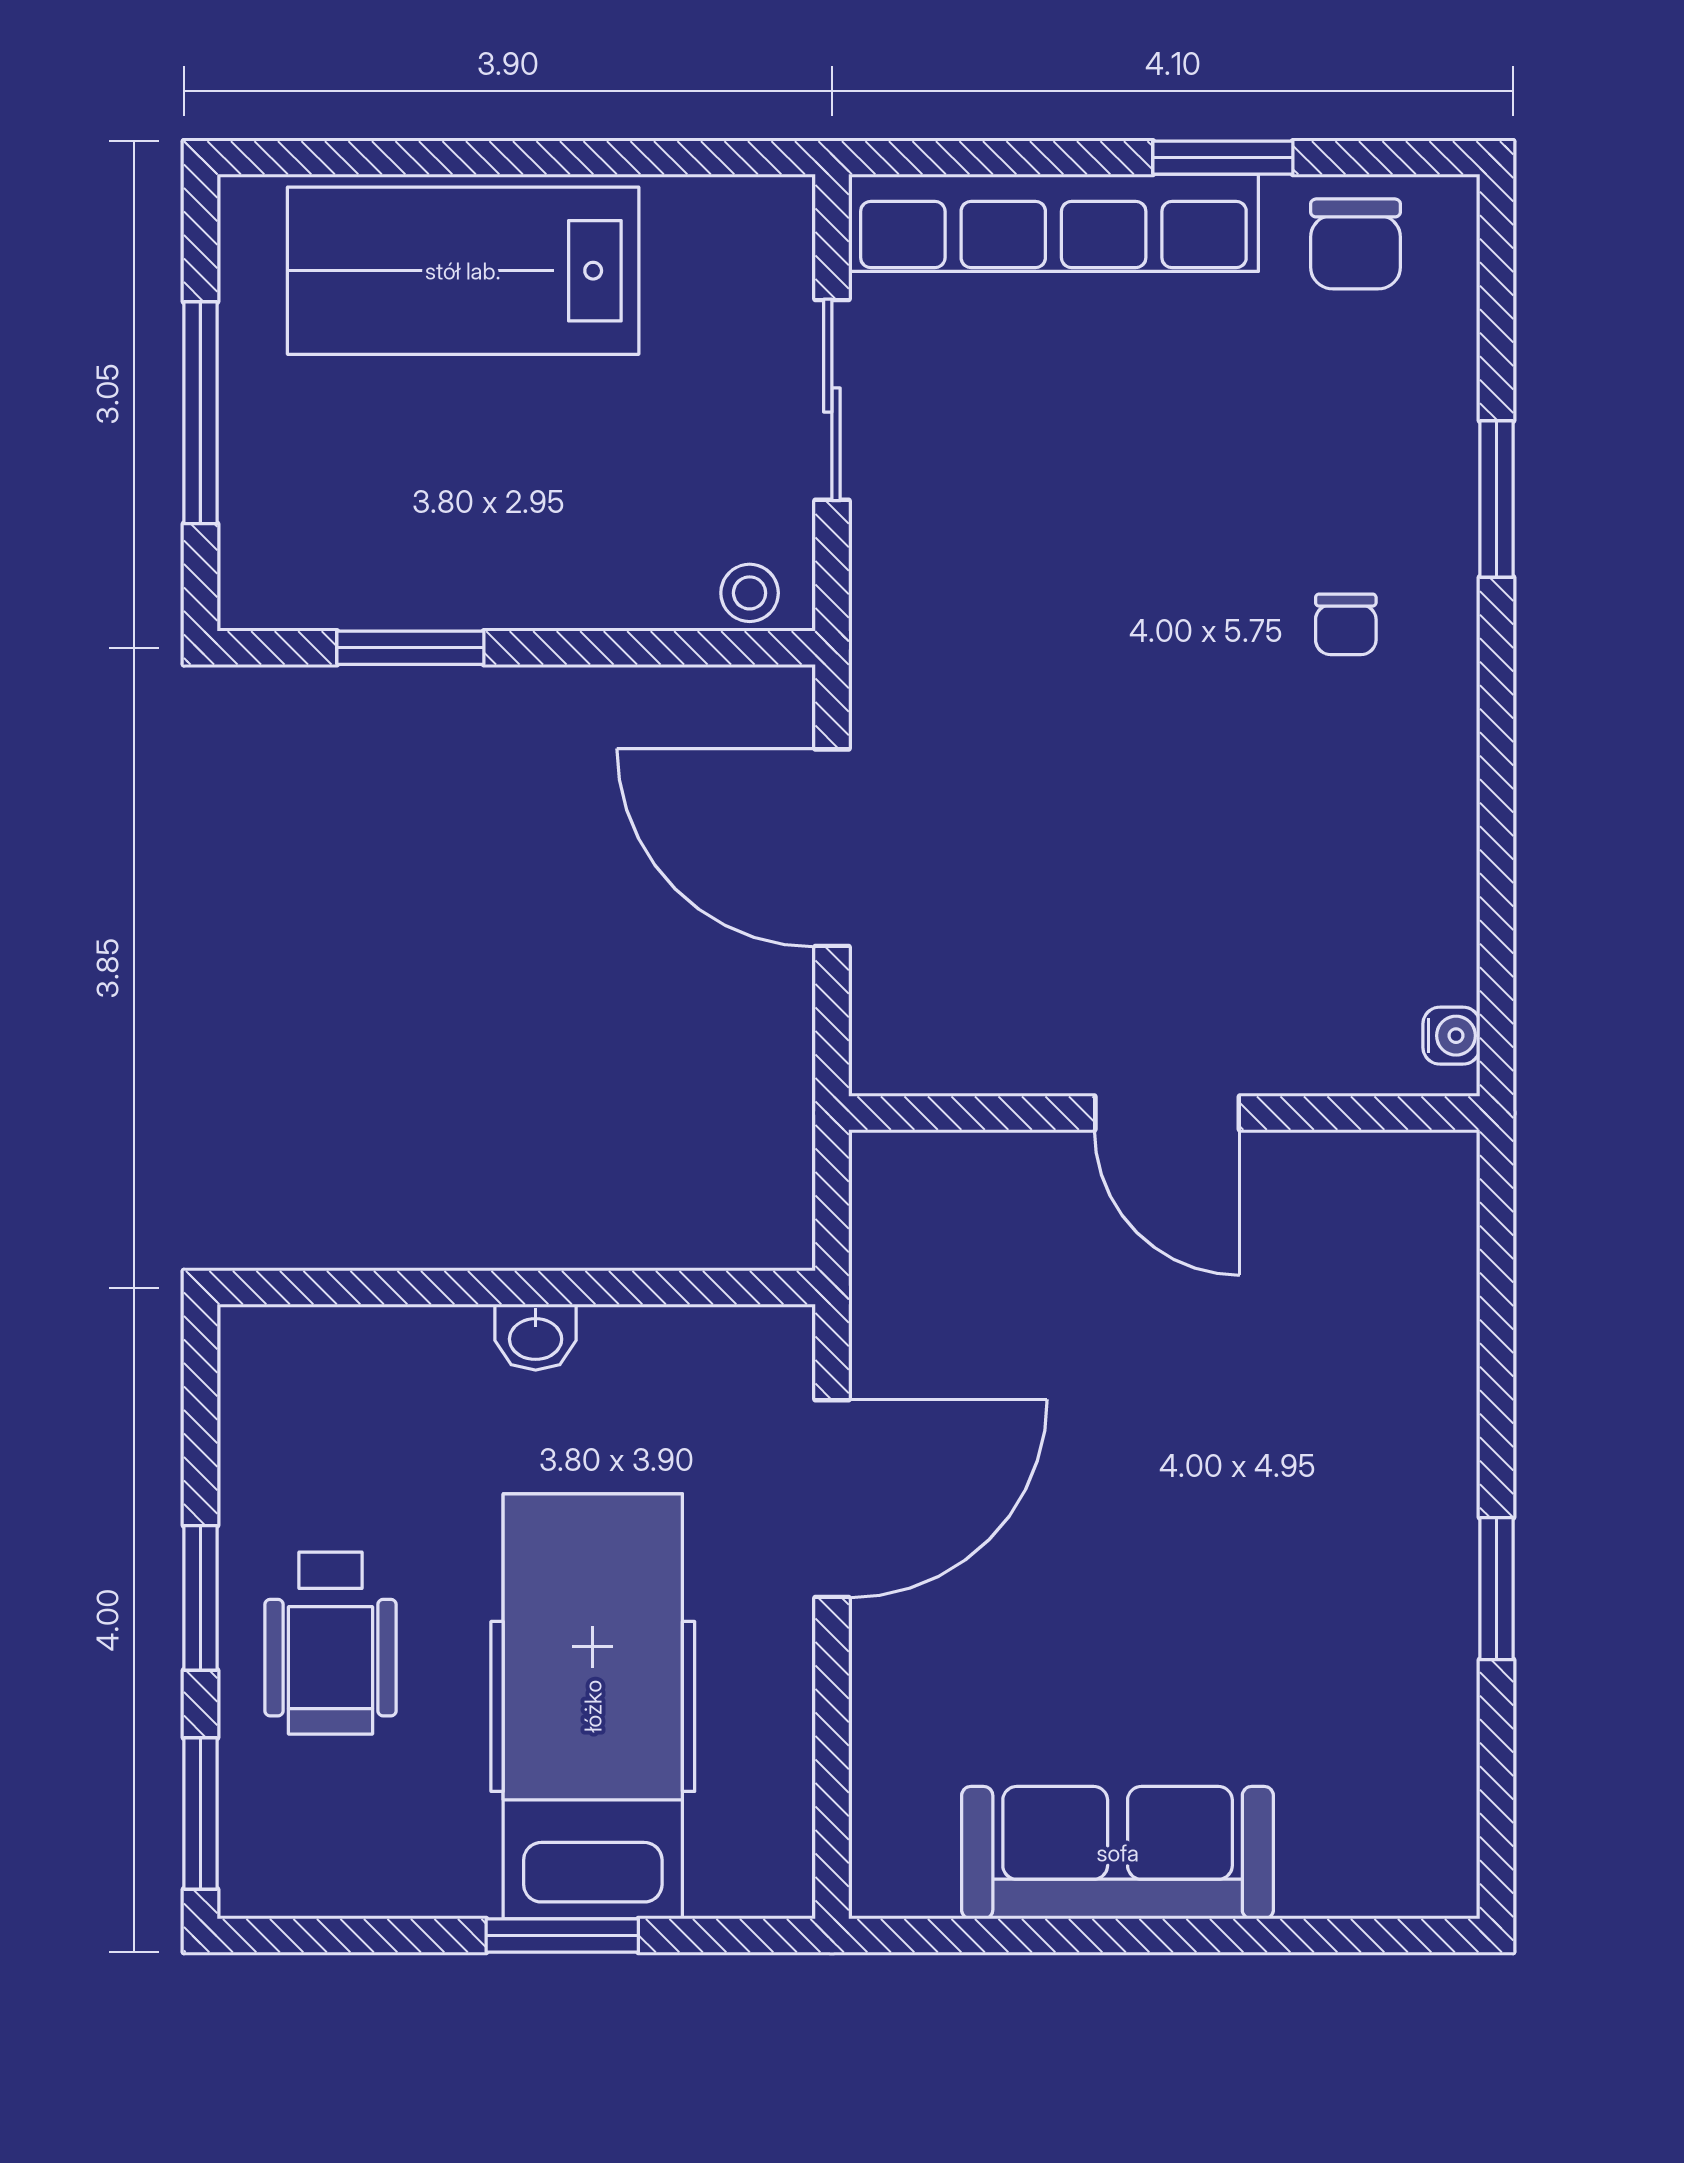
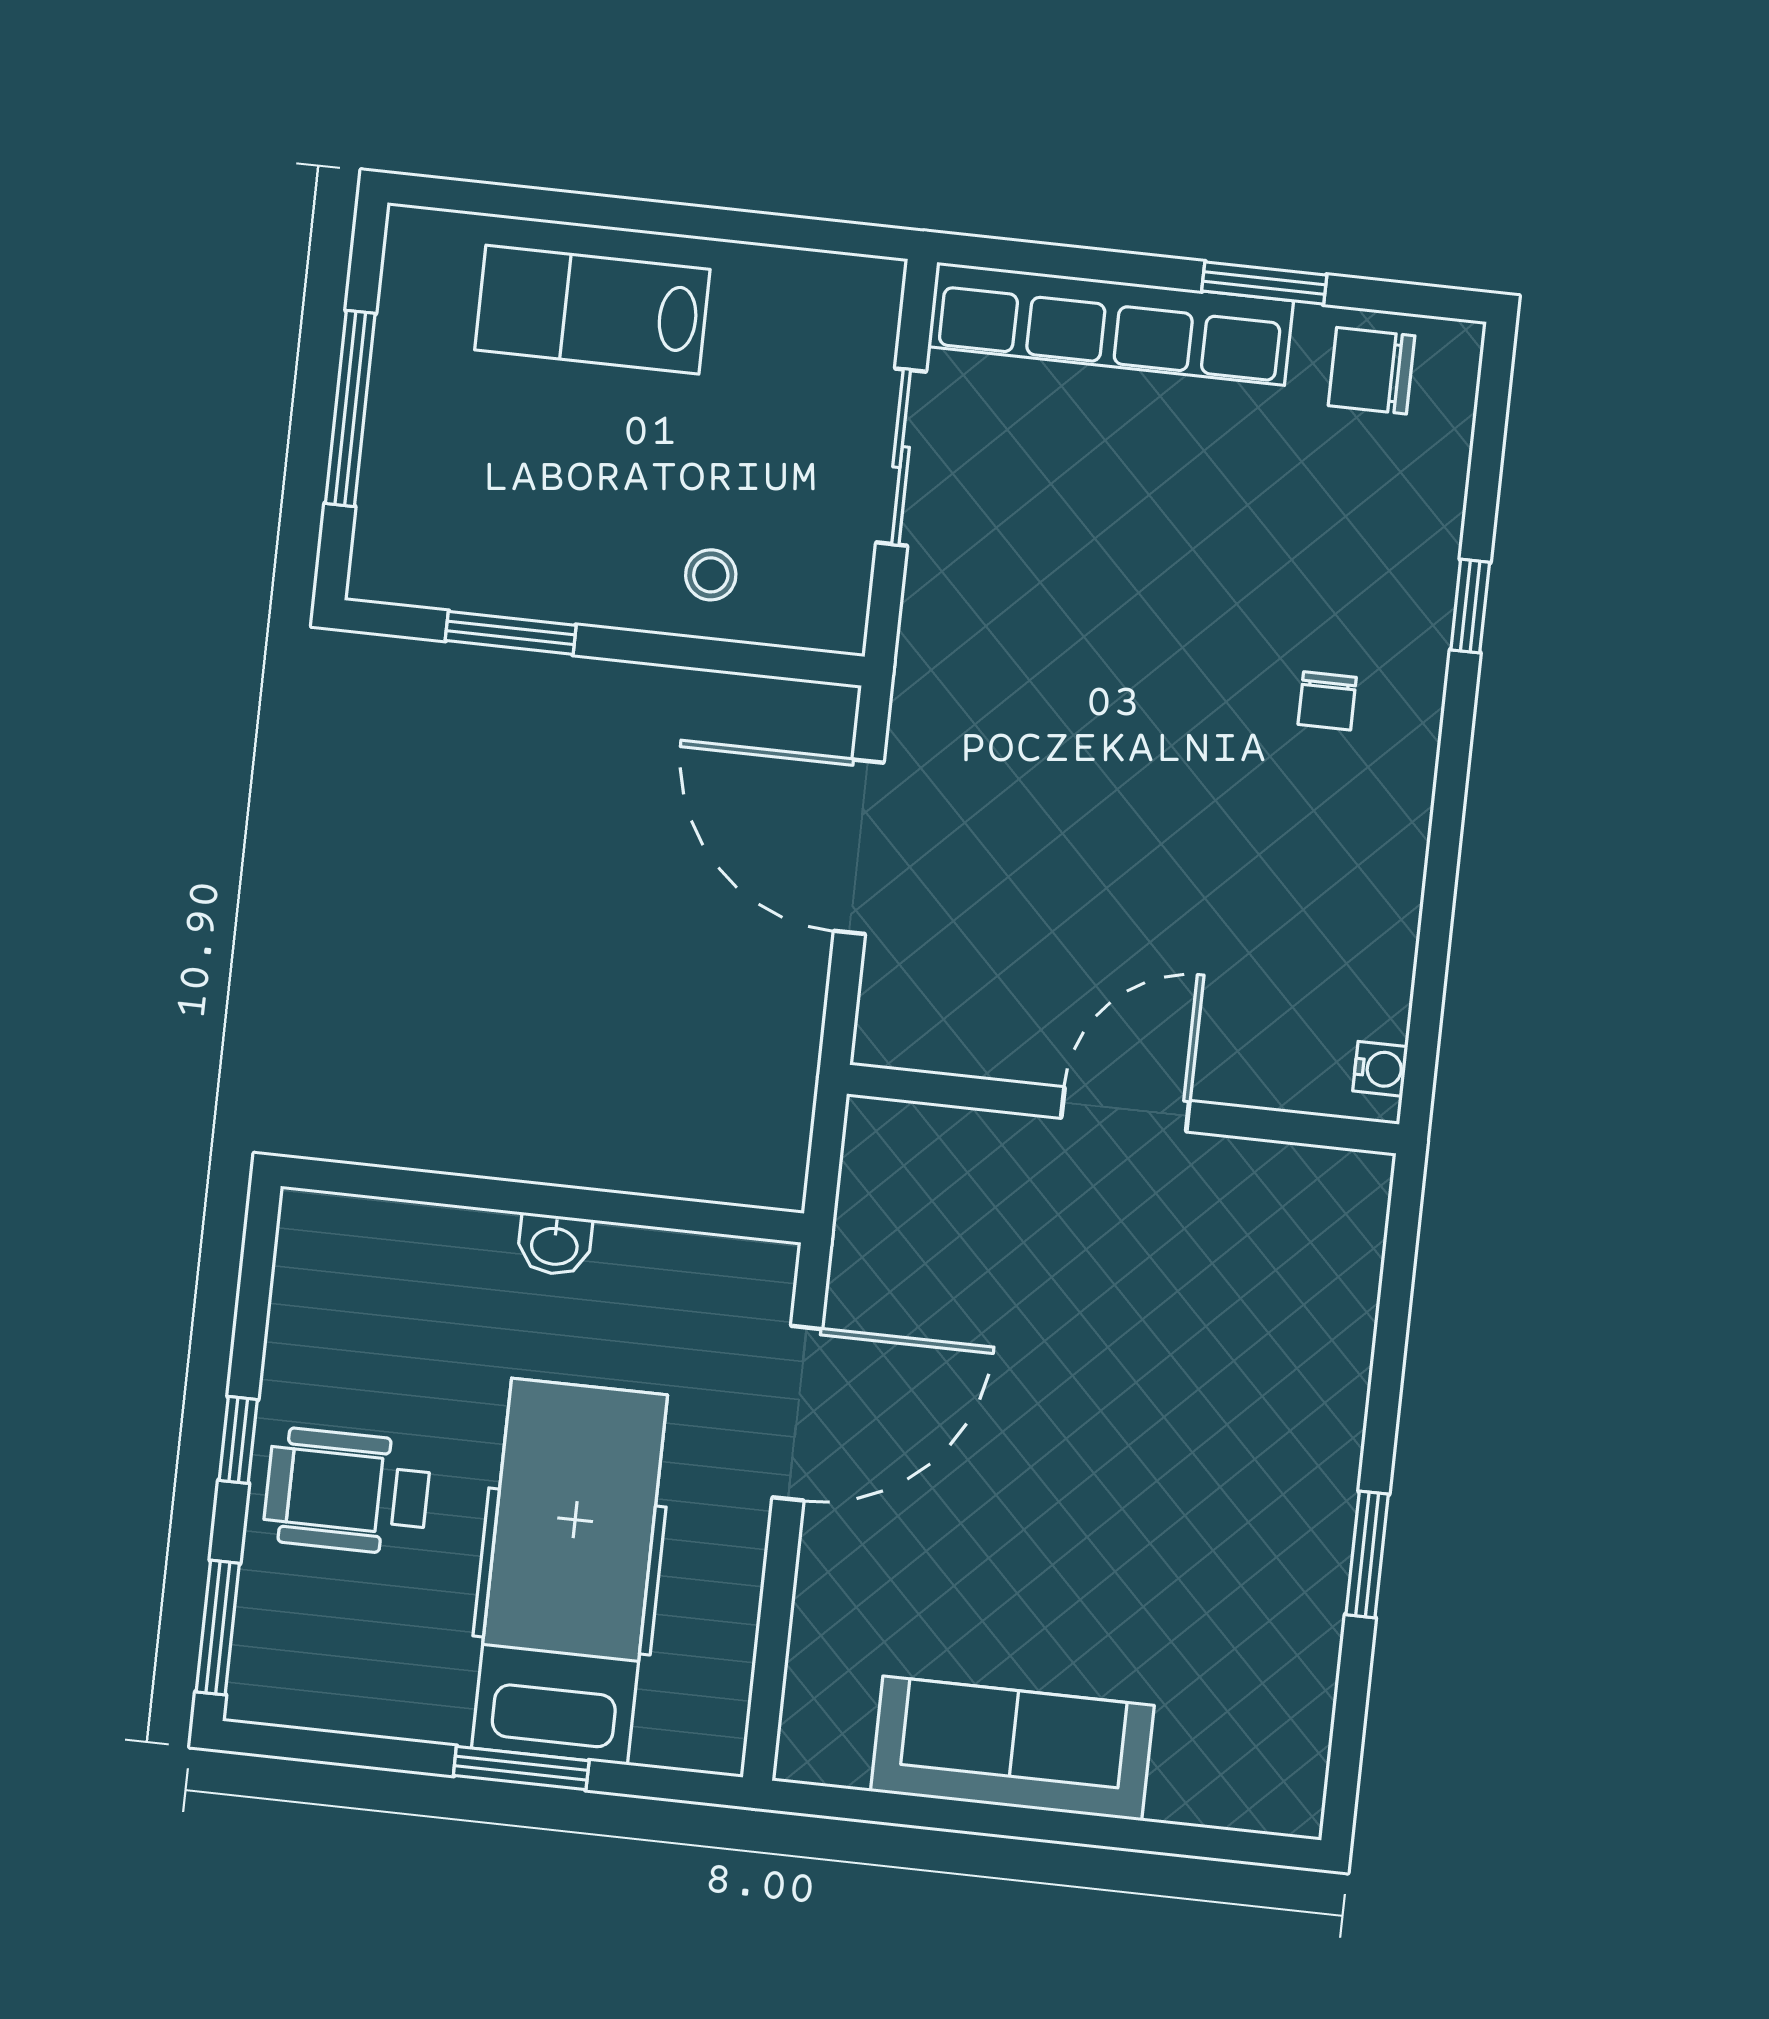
chair: (1356, 244) -> (1372, 371), turned 90
lab bench: (463, 271) -> (592, 310), width x0.73, depth x0.72
window: (1497, 499) -> (1470, 606), width x0.67
stool: (750, 593) -> (711, 575), moved
door: (1167, 1113) -> (1125, 1109), swing flipped
window: (200, 1598) -> (238, 1440), width x0.67
wheelchair: (330, 1643) -> (347, 1492), turned 90

